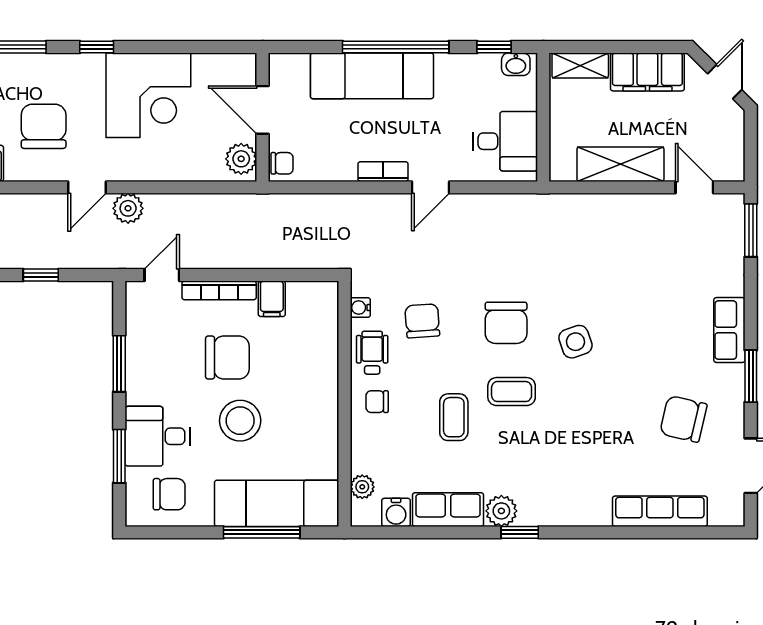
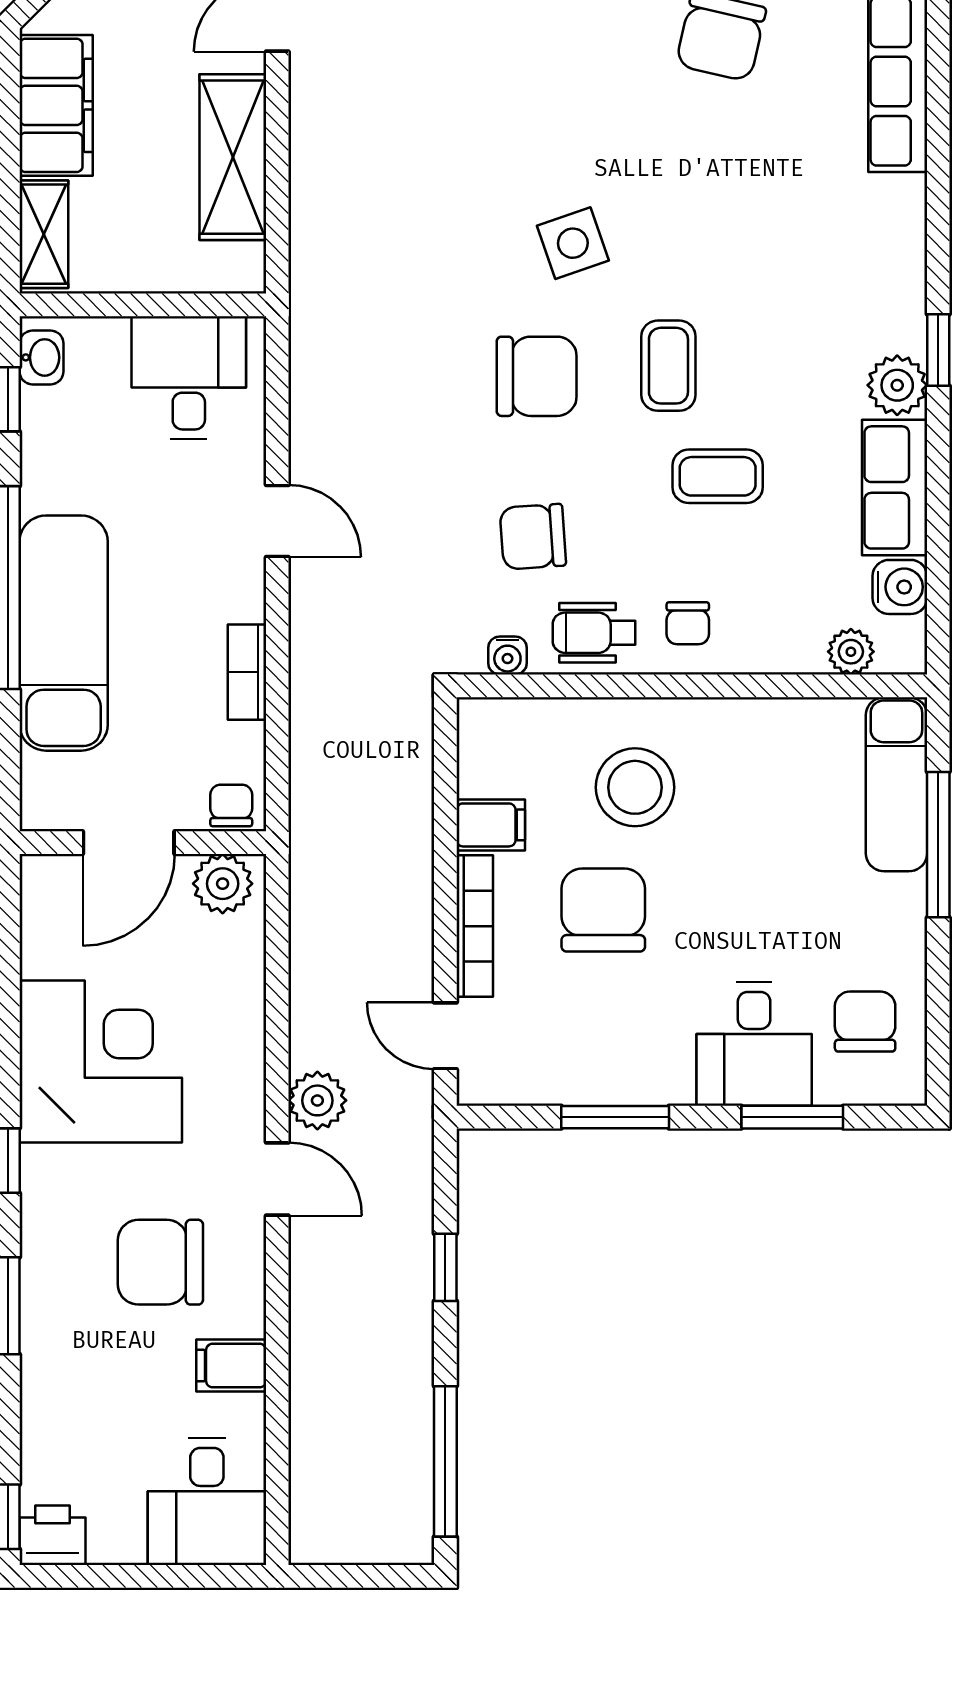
bookcase: (383, 172) -> (247, 672), moved
stool: (240, 421) -> (635, 787), moved
exam couch: (277, 503) -> (896, 784), width x0.73, depth x0.69

